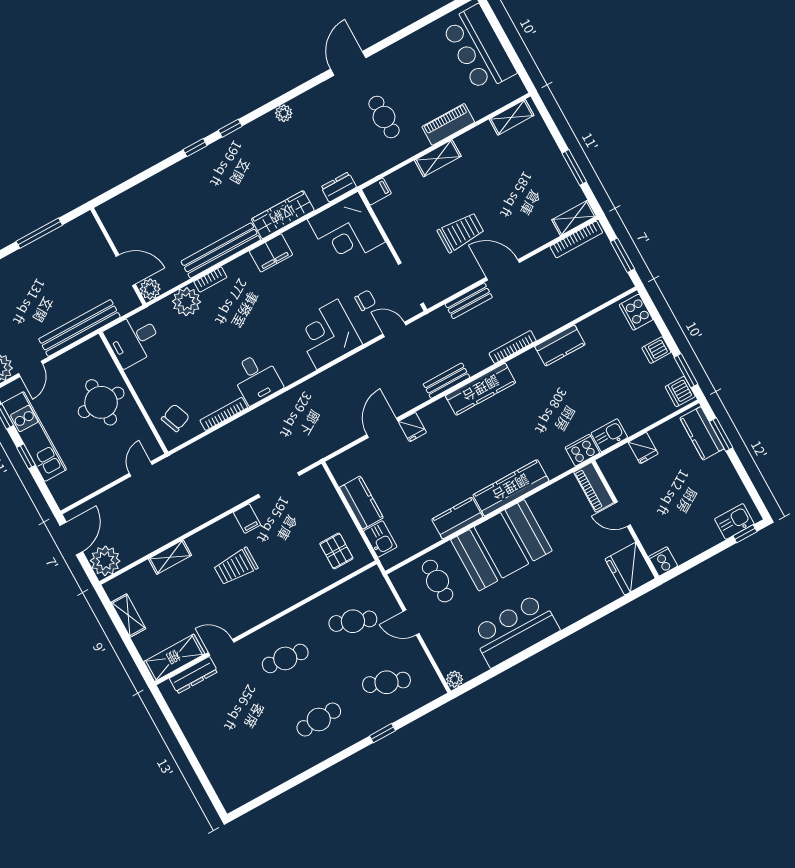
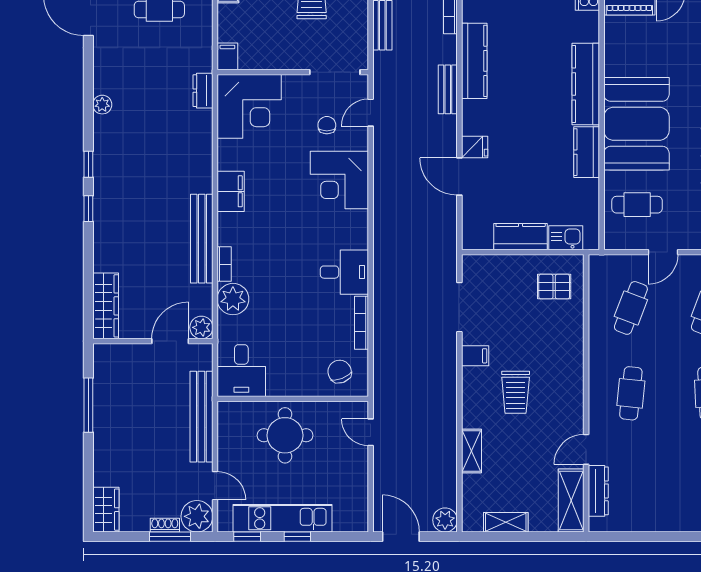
wardrobe: (283, 215) -> (106, 306), moved, turned 180
plant: (105, 561) -> (445, 520), width x0.73, depth x0.73

